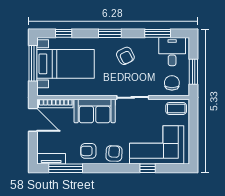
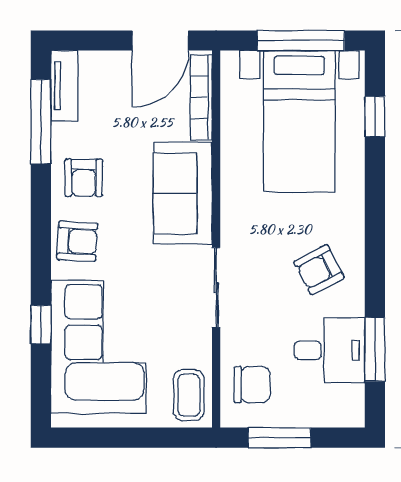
window: (110, 33) -> (375, 231), removed
desk: (172, 52) -> (330, 350), moved
armchair: (88, 151) -> (84, 178), turned 180

